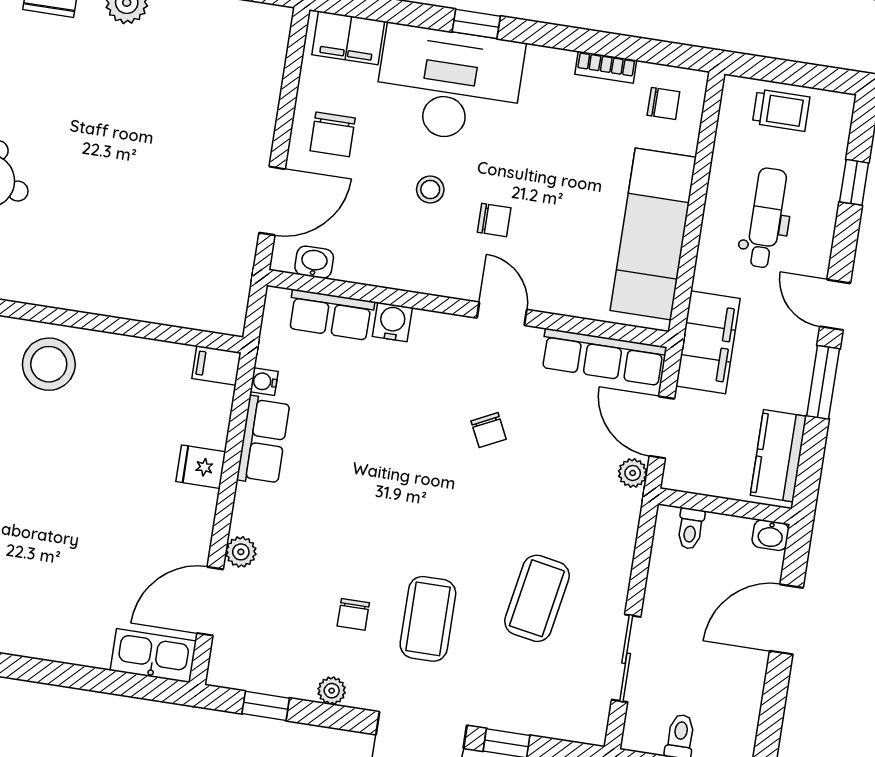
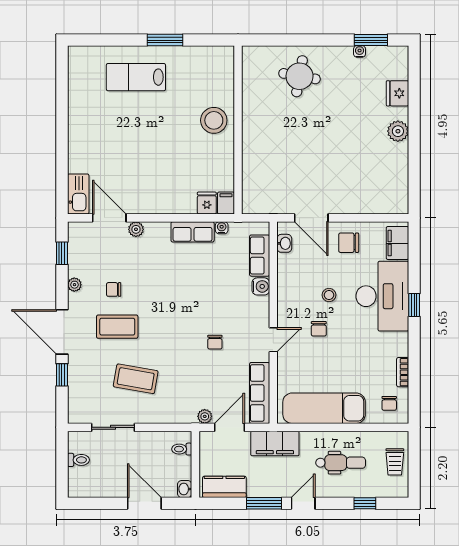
chair: (489, 430) -> (215, 342), turned -64
fridge: (201, 467) -> (207, 203), moved

